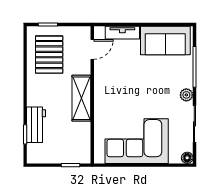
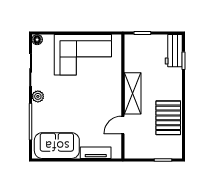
door: (92, 49) -> (123, 125), moved
pallet: (49, 55) -> (168, 118), moved
workbench: (36, 125) -> (174, 51), moved

